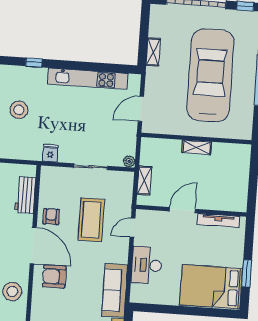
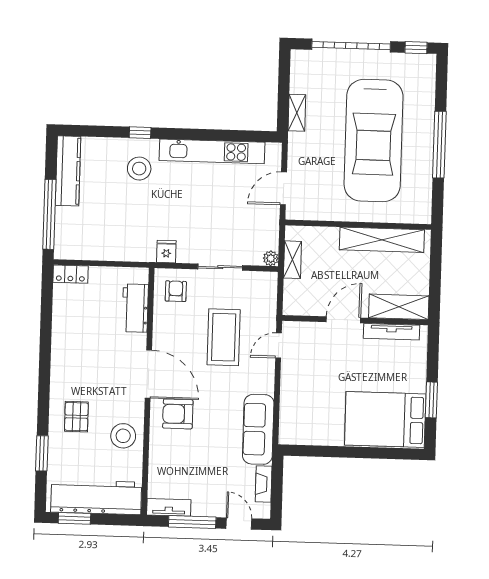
car: (210, 75) -> (374, 140), turned 180
stool: (19, 110) -> (139, 169), moved
shelving: (197, 147) -> (382, 240), width x2.20, depth x1.33
shelving: (144, 180) -> (292, 260), moved
shelving: (225, 202) -> (399, 307), added
armchair: (51, 217) -> (176, 291), moved
desk: (147, 265) -> (299, 394), removed

